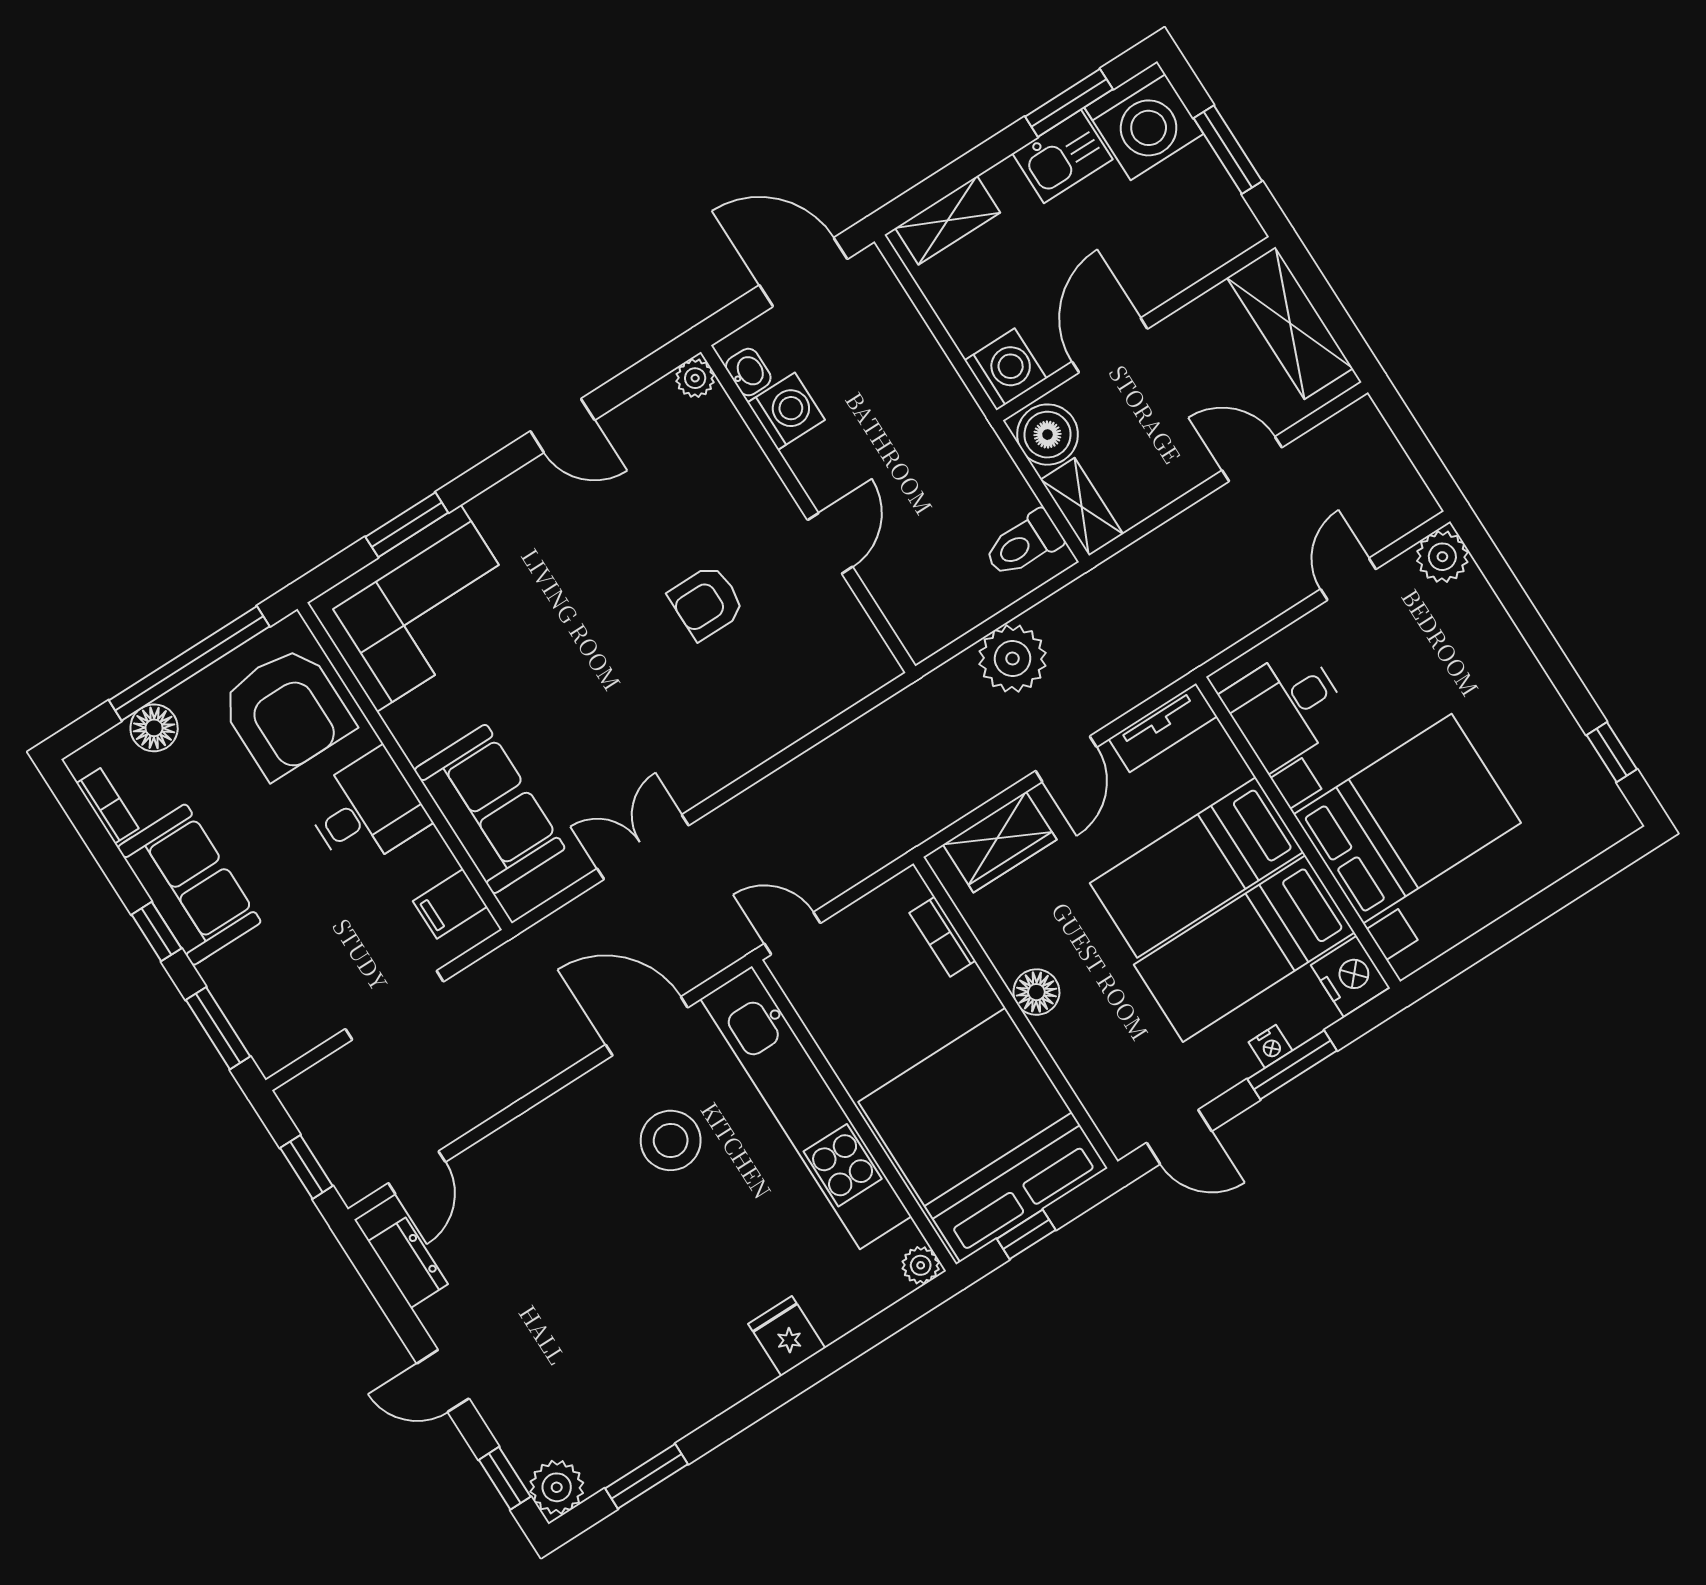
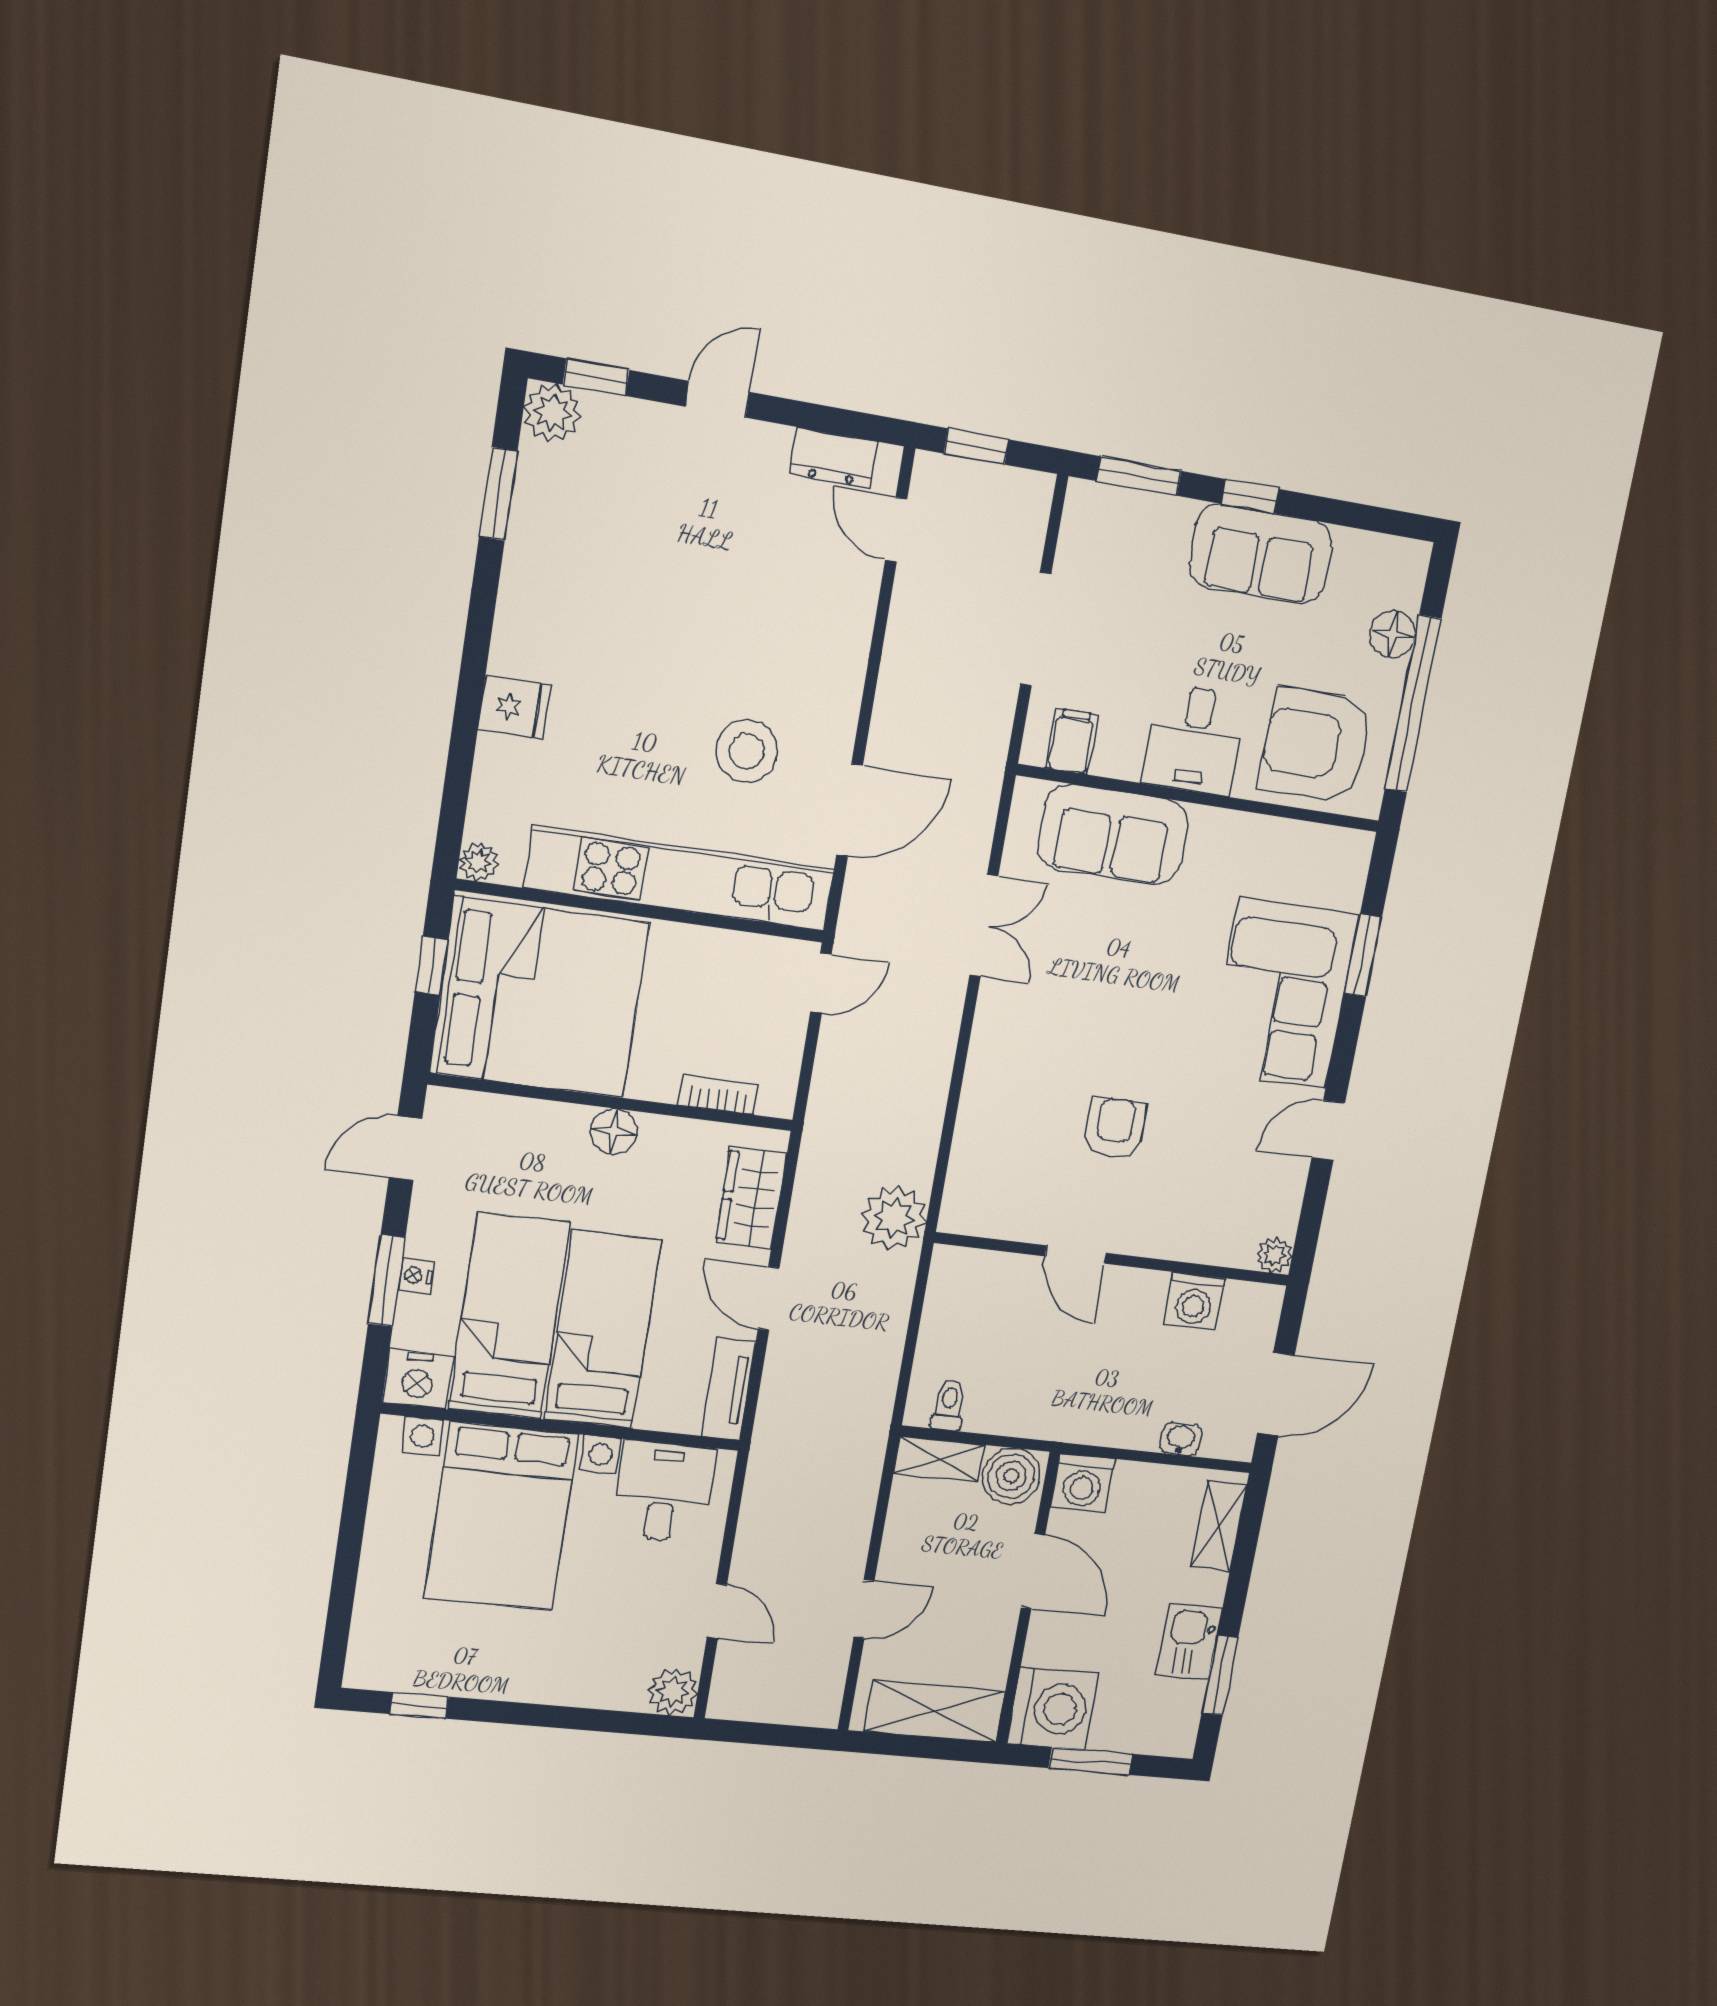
washing machine: (1144, 121) -> (1052, 1709), moved, turned 180
washbasin: (748, 372) -> (1180, 1439), moved, turned 180
toilet: (1024, 544) -> (949, 1405), width x0.73, depth x0.72
corner sofa: (419, 608) -> (1283, 994), moved
plant: (1012, 659) -> (894, 1218), moved
bookcase: (108, 806) -> (1371, 546), removed

